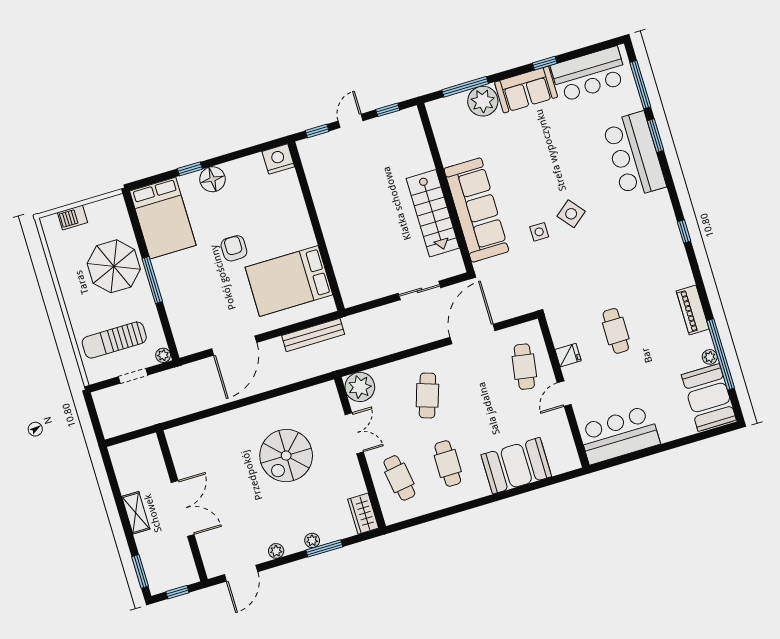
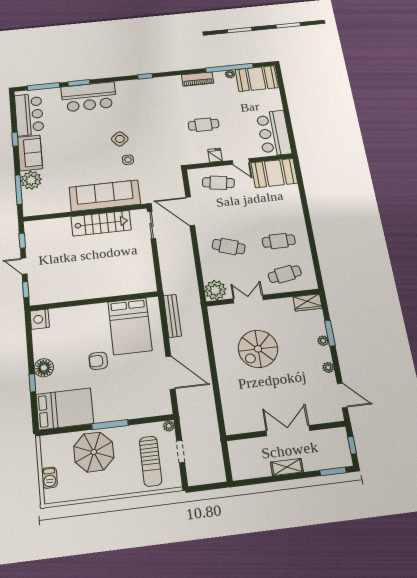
sliding door: (419, 290) -> (152, 225), moved
spiral stairs: (286, 456) -> (258, 349), turned 90
booth: (516, 466) -> (274, 173), moved, turned 90

